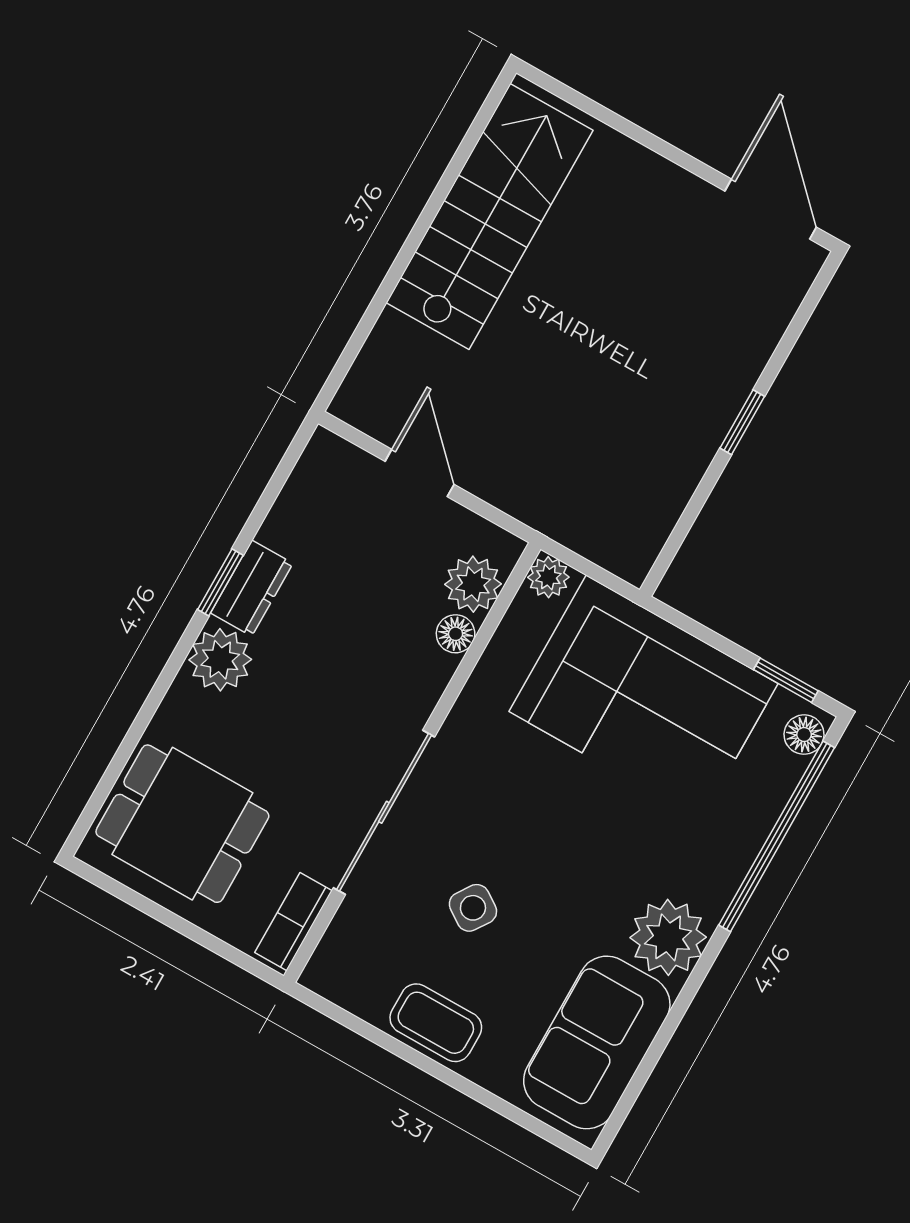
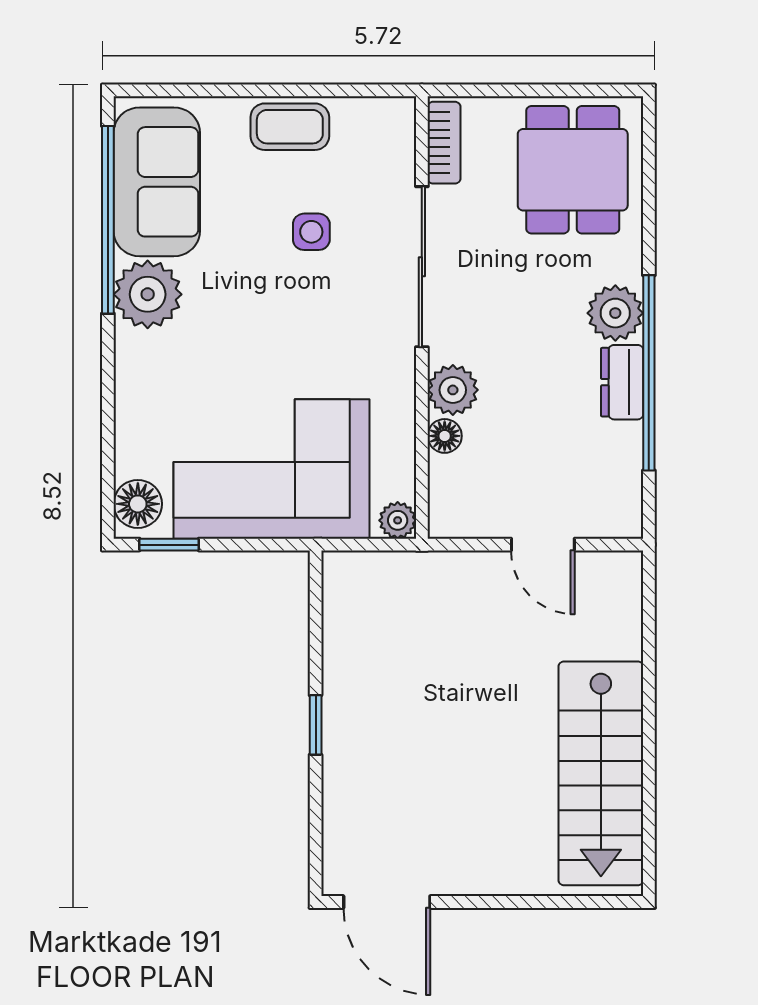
window: (220, 582) -> (649, 373), width x3.17
plant: (473, 584) -> (453, 390), moved
floor lamp: (804, 735) -> (138, 504), width x1.37, depth x1.37
dining table: (182, 824) -> (573, 170), turned 90
window: (777, 836) -> (108, 220), moved
side table: (473, 908) -> (311, 232), turned -34

